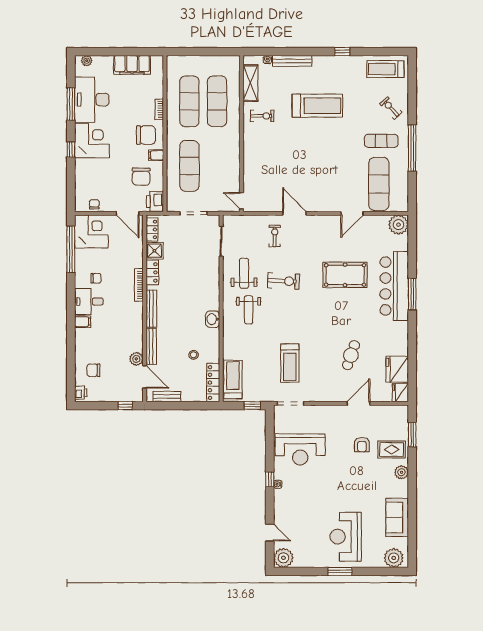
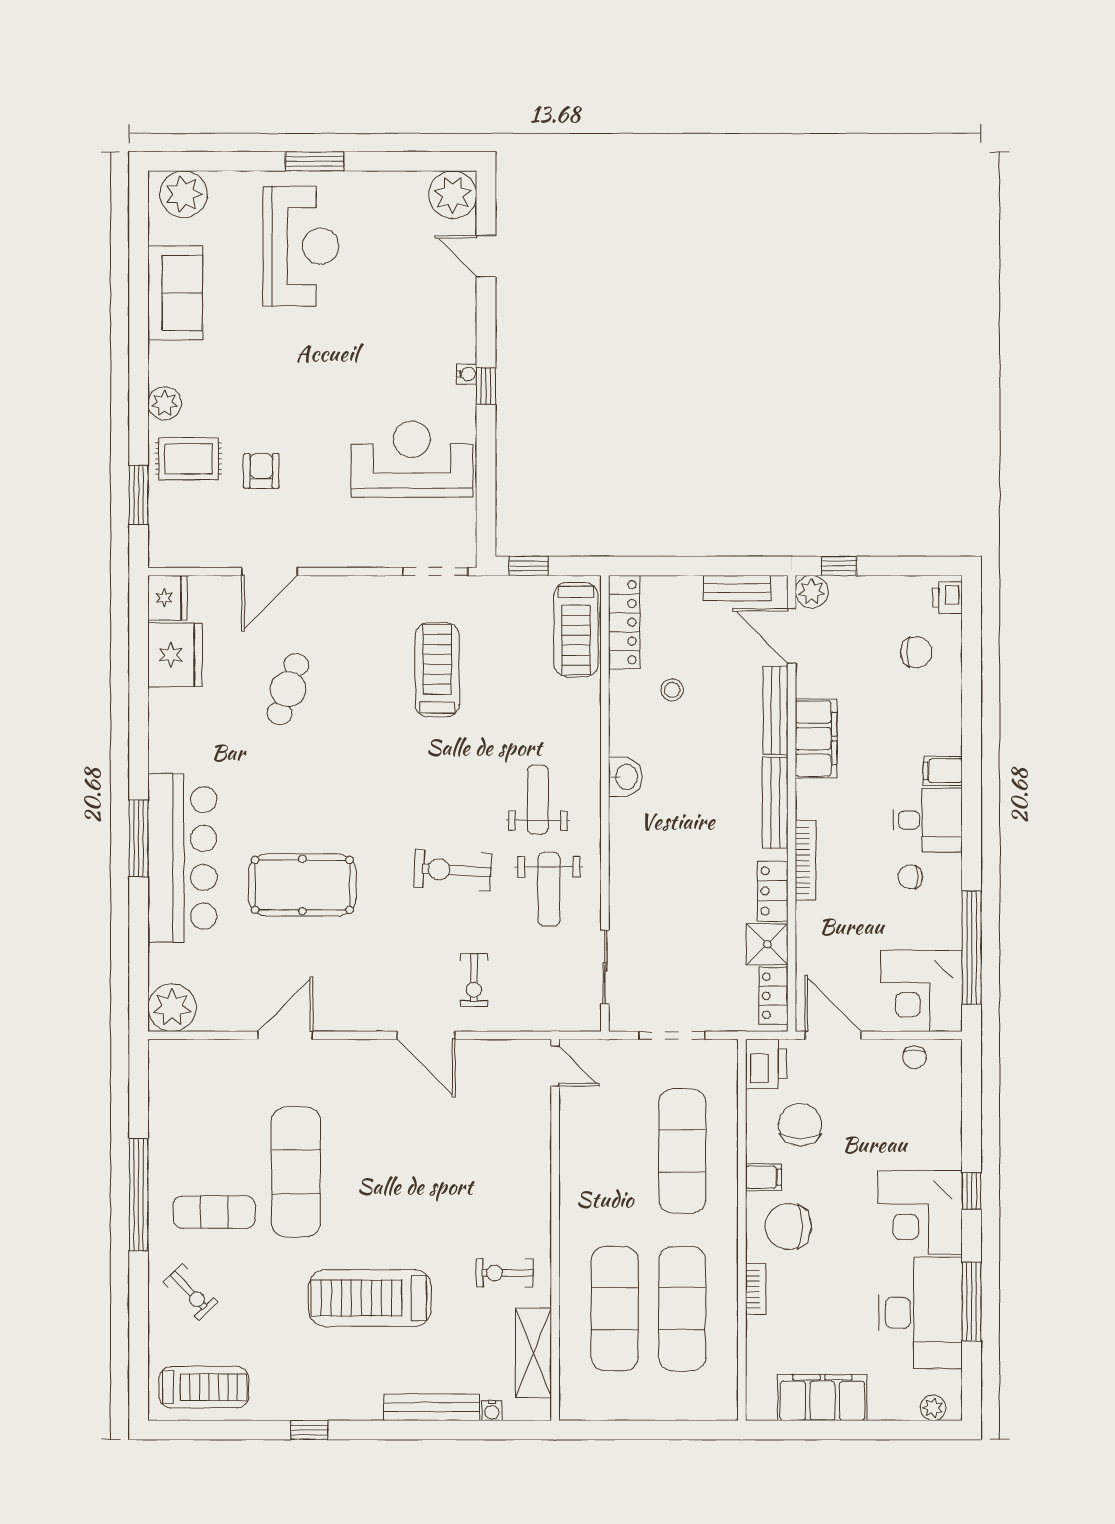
exercise mat: (379, 184) -> (296, 1172), moved
filing cabinet: (135, 335) -> (816, 739), added
plant: (136, 359) -> (812, 592), moved

